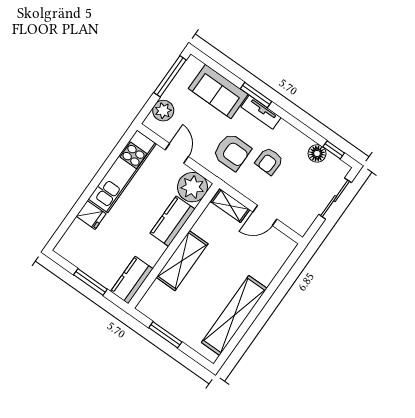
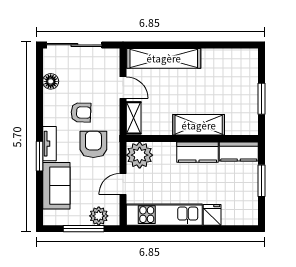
window: (170, 76) -> (84, 229), moved
window: (334, 150) -> (39, 71), removed
sliding door: (335, 199) -> (74, 45), width x1.37
kitchen counter: (173, 221) -> (198, 152), moved
shelving: (234, 315) -> (164, 58), moved

